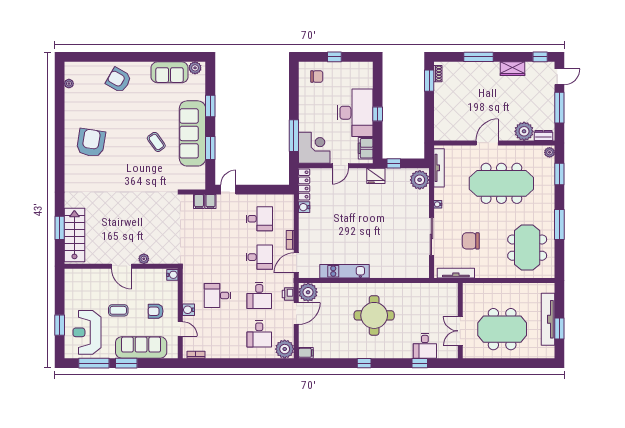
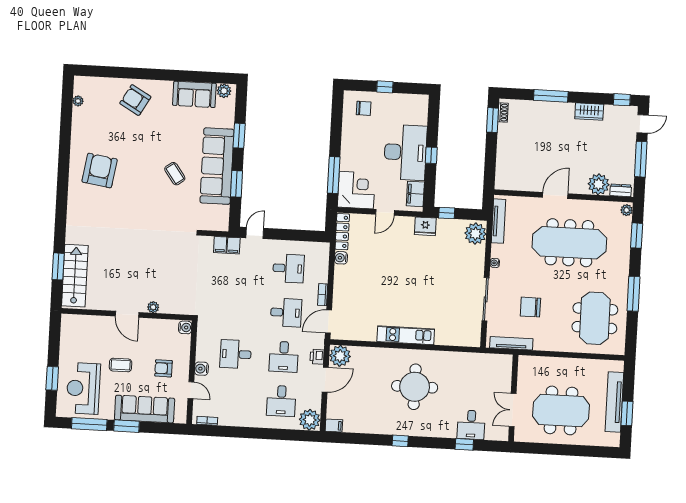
kitchen unit: (345, 271) -> (406, 335), moved

